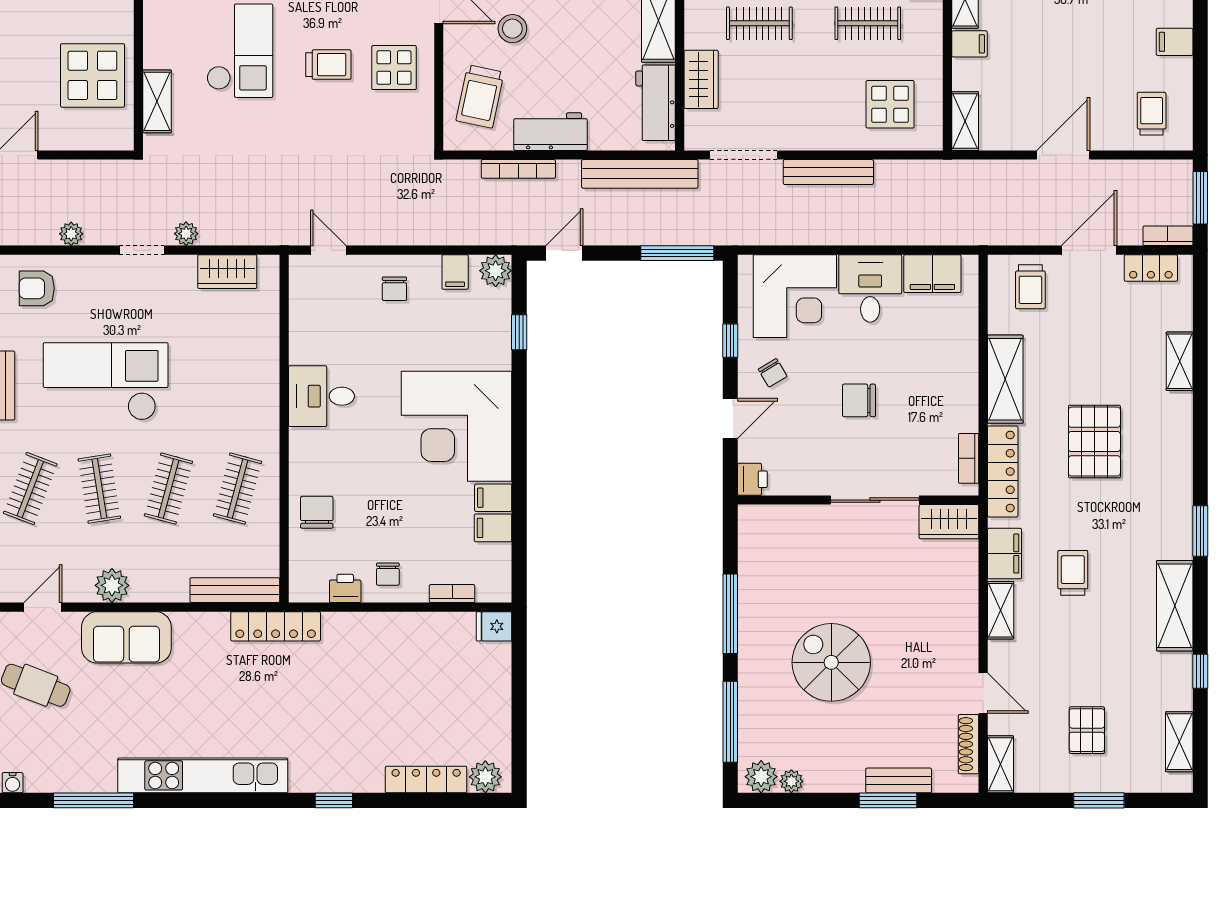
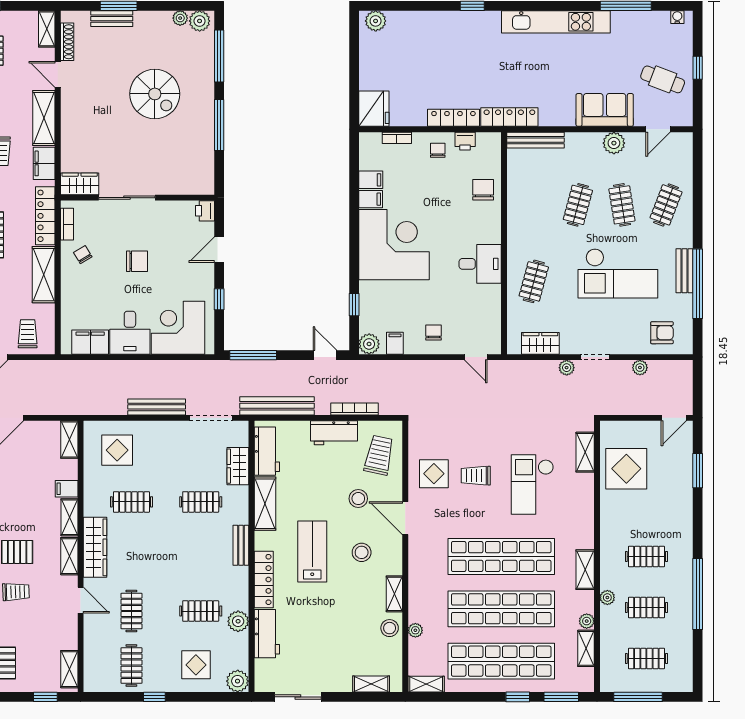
door: (564, 253) -> (325, 355), swing flipped
chair: (773, 373) -> (83, 255), moved
clothes rail: (238, 489) -> (534, 281), moved
chair: (317, 512) -> (483, 190), turned 180
shelving: (1001, 610) -> (44, 118), width x1.50, depth x1.33
fridge: (494, 626) -> (374, 109), width x1.88, depth x1.34
locker: (426, 780) -> (453, 118), moved, turned 180

